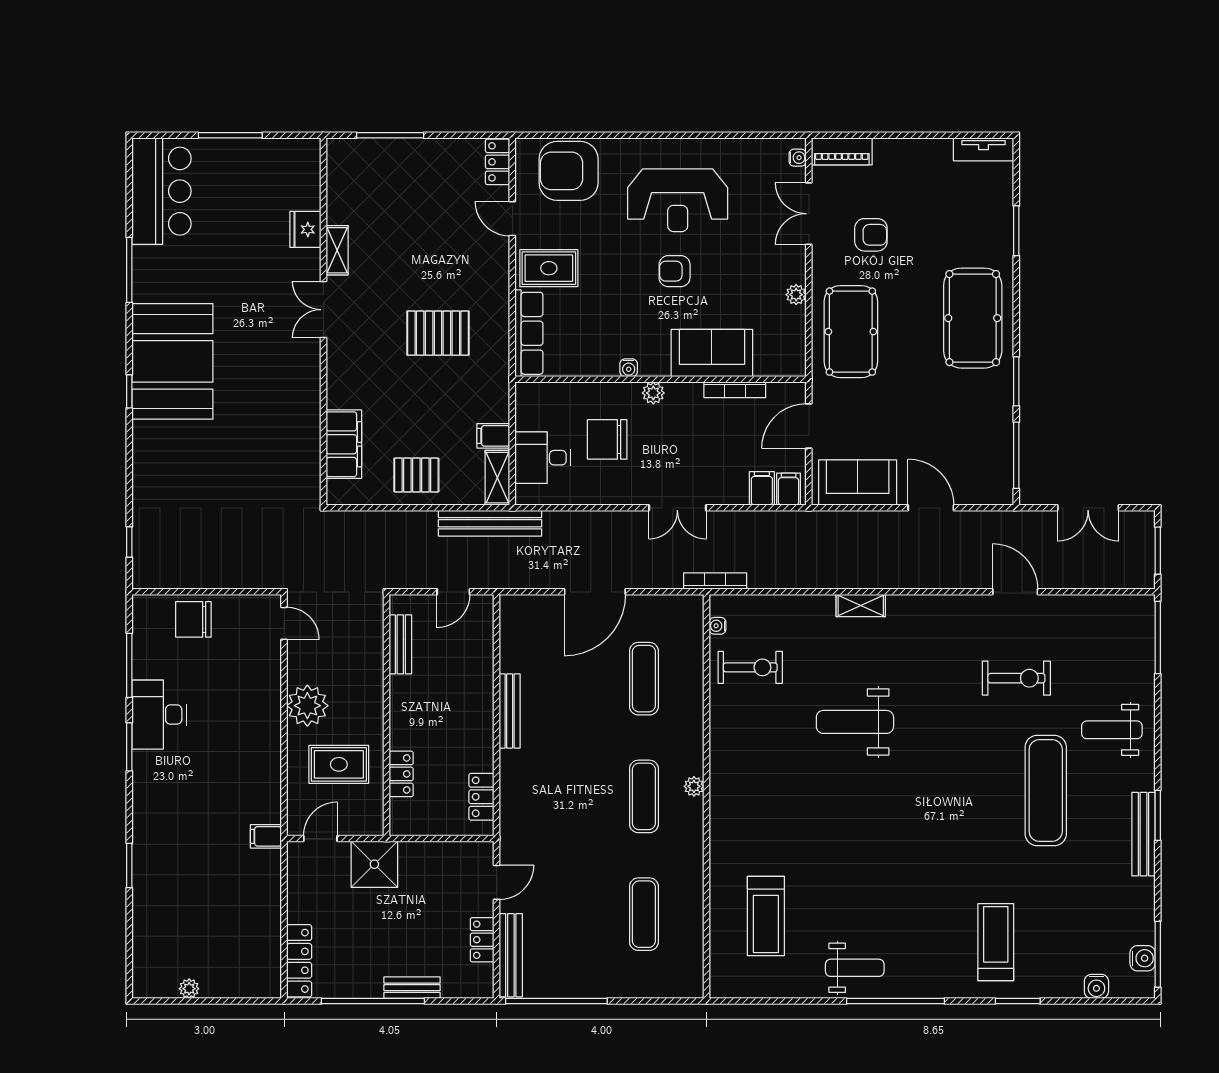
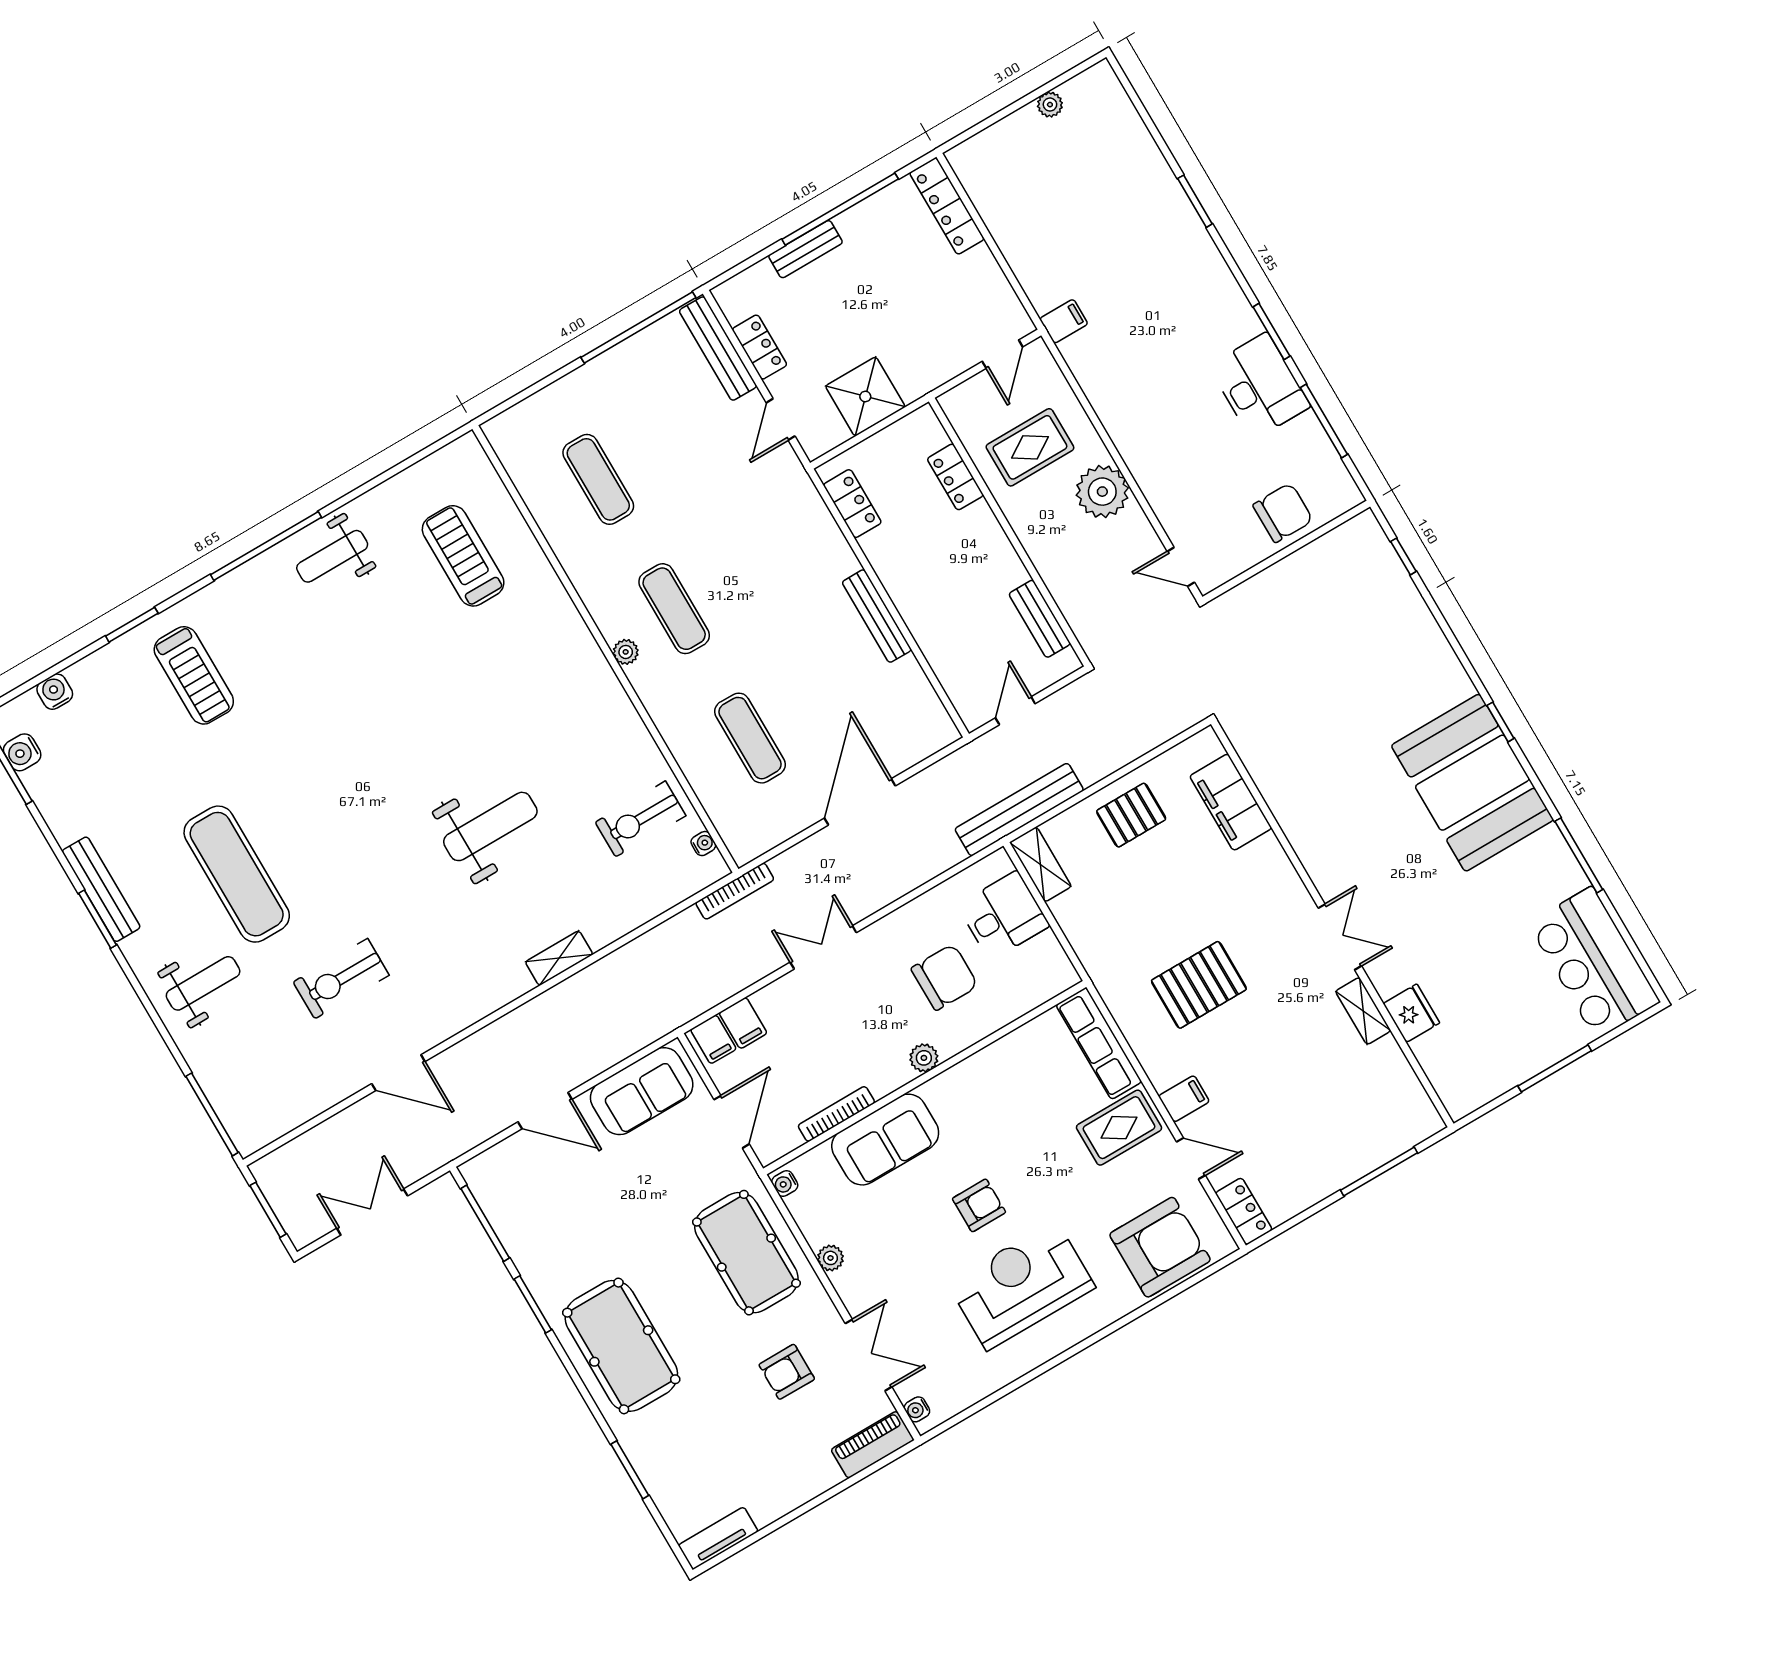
water cooler: (629, 368) -> (785, 1184), moved, turned -90
filing cabinet: (493, 436) -> (1184, 1099), moved
shower: (374, 864) -> (865, 396), moved

